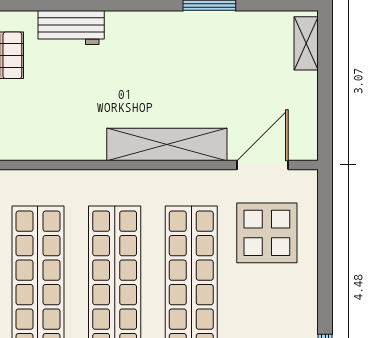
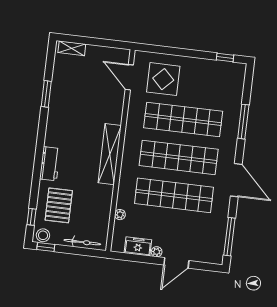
shelving: (167, 144) -> (110, 154), moved

